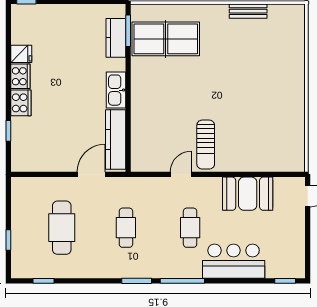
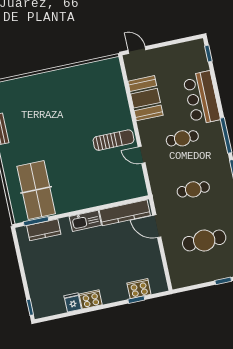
cooker: (21, 103) -> (139, 289), moved

